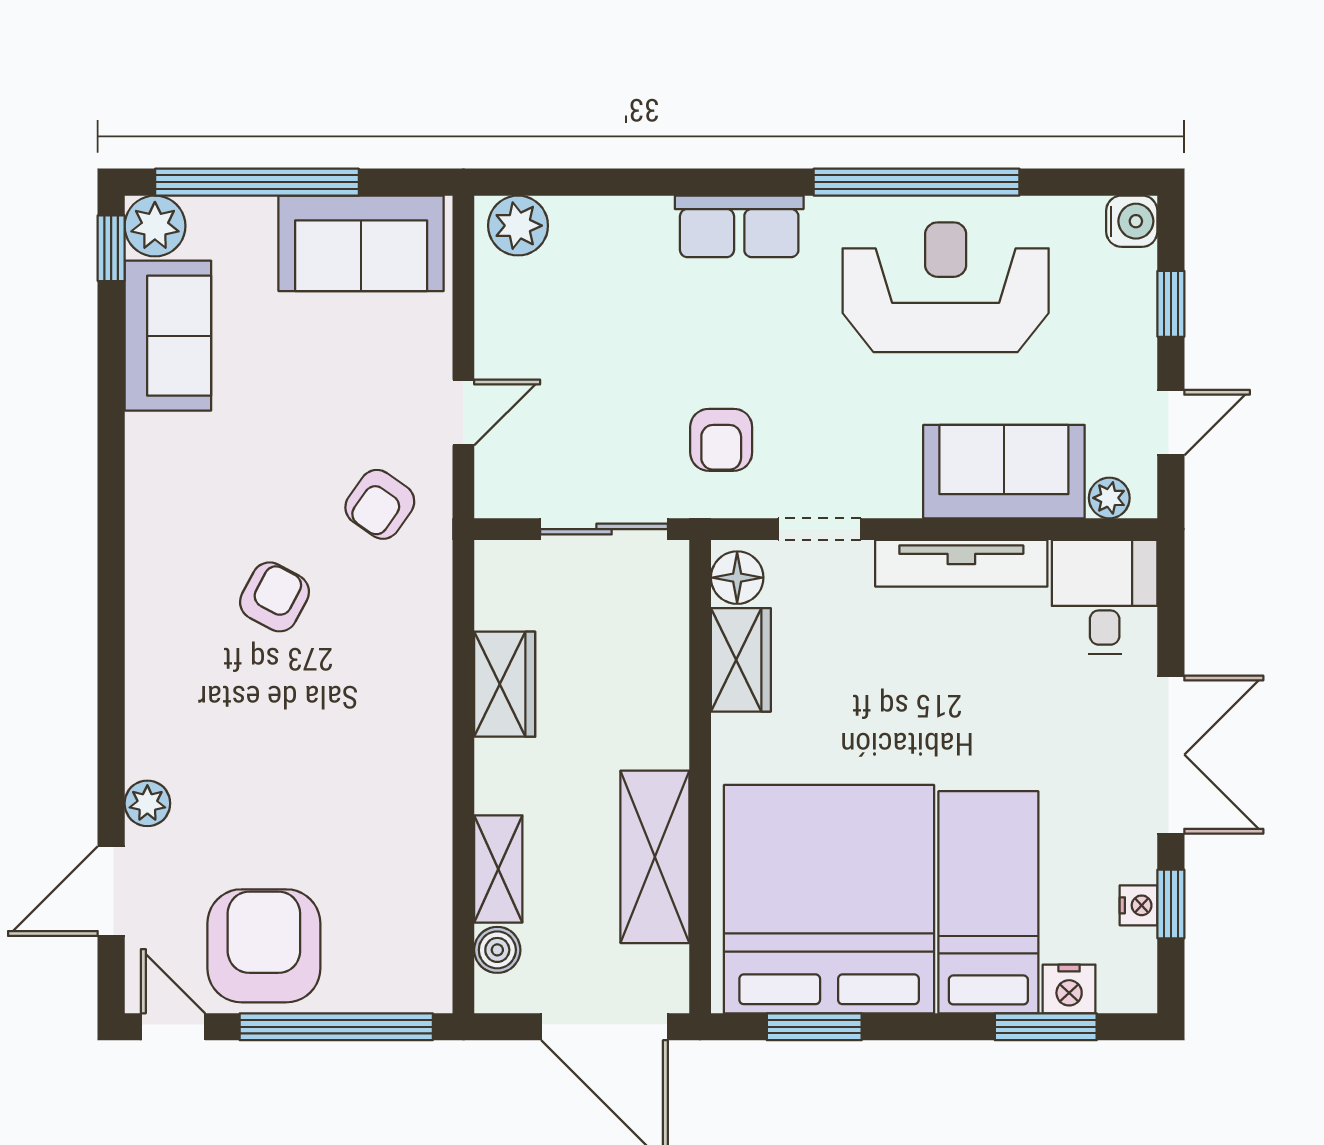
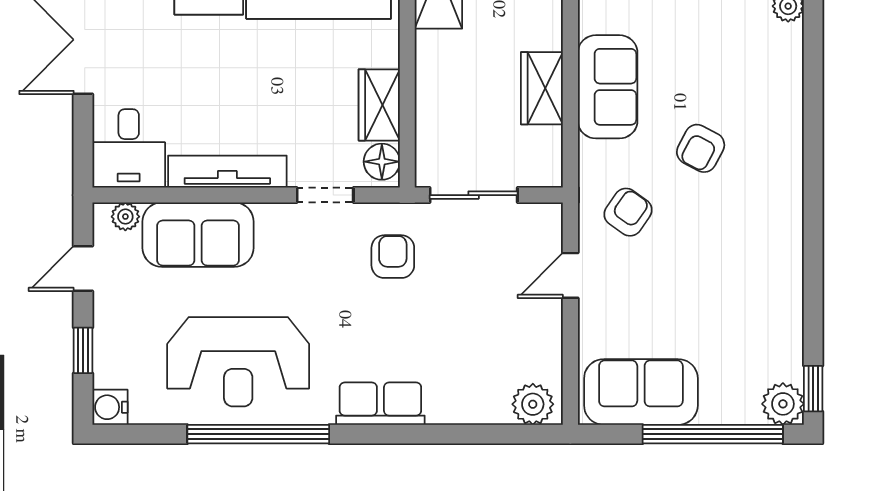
sofa: (168, 336) -> (608, 87), moved, turned 180

